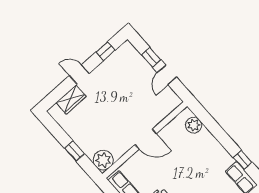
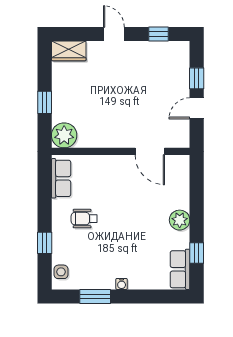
wardrobe: (71, 100) -> (69, 51), moved
plant: (194, 125) -> (180, 220), moved
door: (146, 139) -> (150, 151), moved

